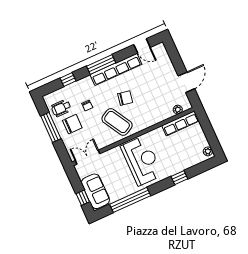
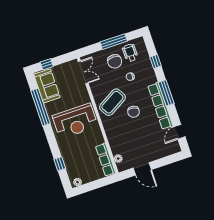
window: (179, 178) -> (60, 164), moved
sofa: (95, 191) -> (47, 86), moved, turned -90

